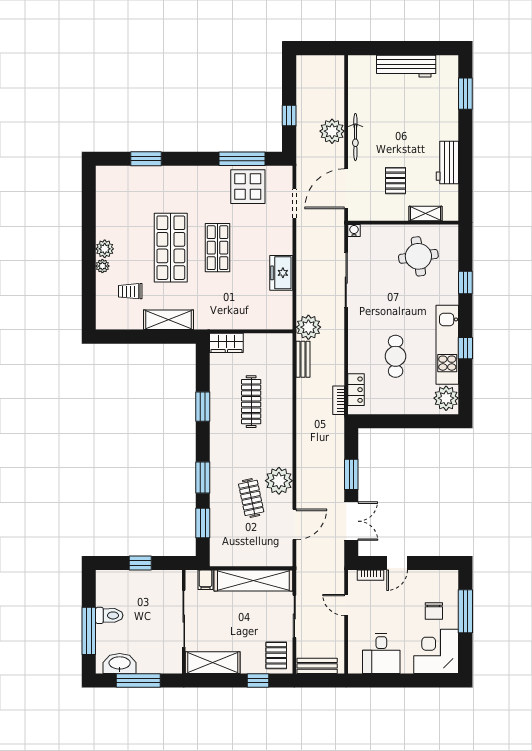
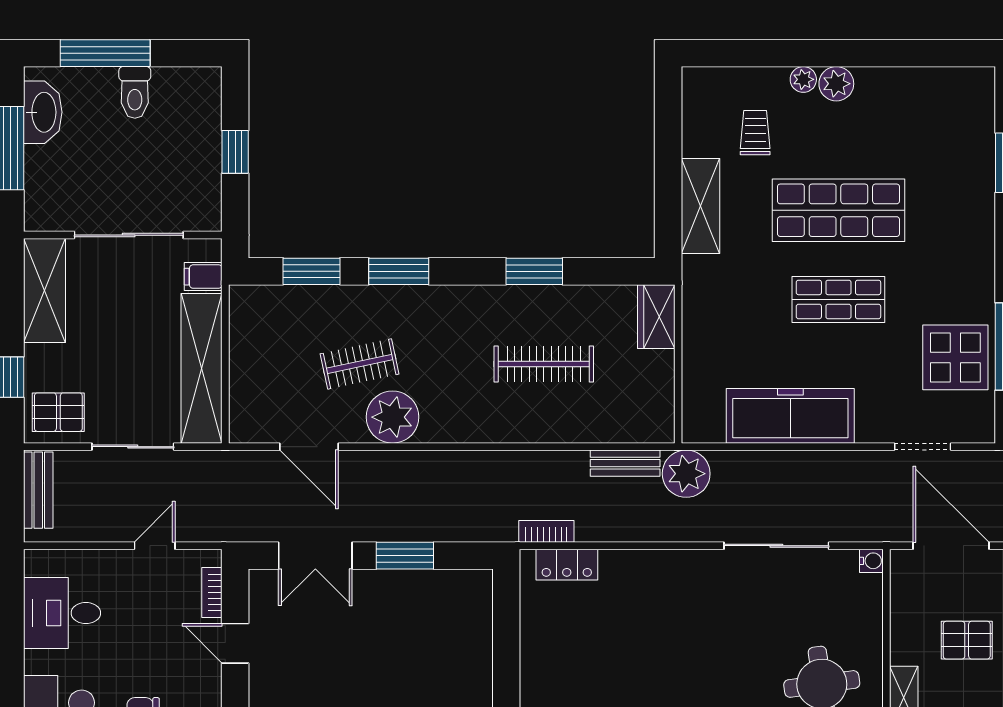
freezer: (281, 273) -> (790, 416), width x1.91, depth x1.26
cafe table: (396, 356) -> (631, 640), removed

